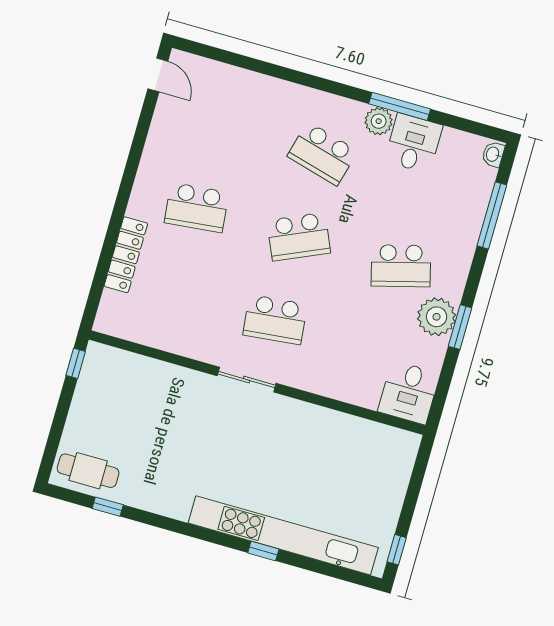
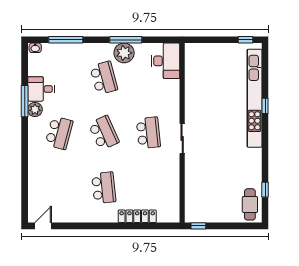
window: (460, 327) -> (126, 40), width x1.44
desk: (409, 392) -> (166, 61), width x1.37

